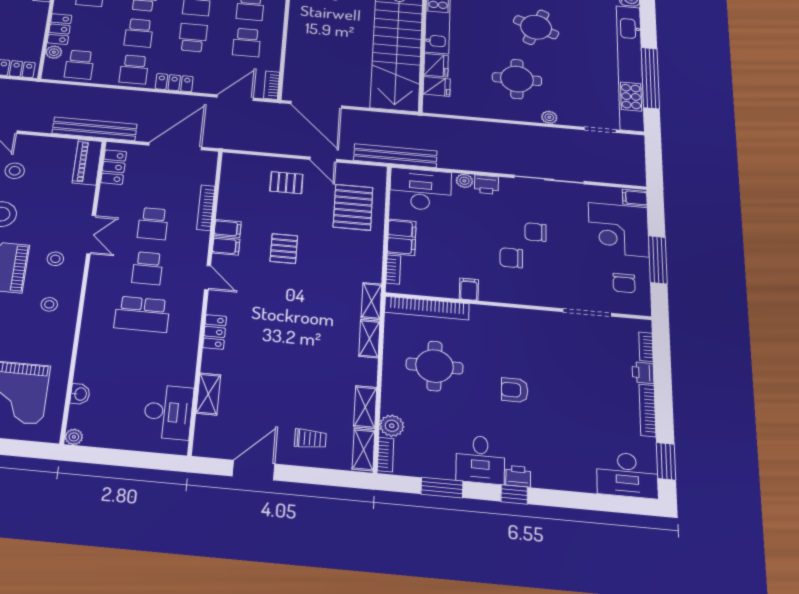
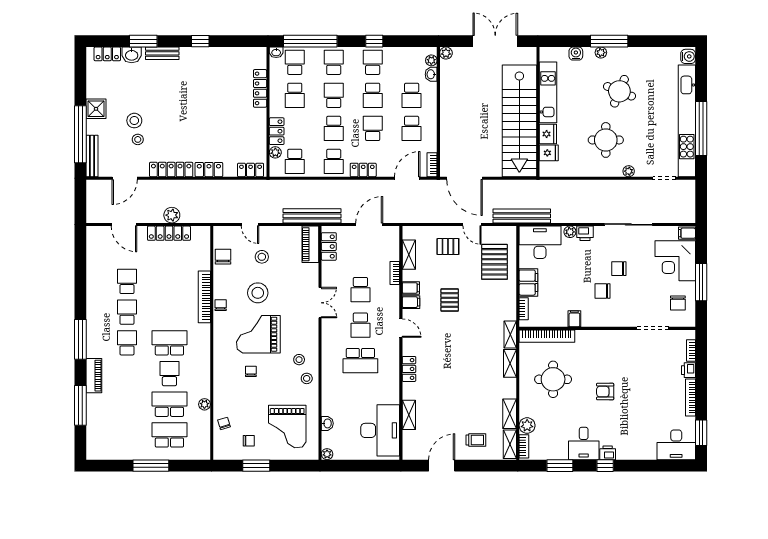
door: (175, 146) -> (369, 224), width x0.73
shelving: (229, 187) -> (409, 255), added
bookcase: (206, 208) -> (395, 273), width x0.64
stool: (55, 259) -> (307, 378), moved
desk: (168, 412) -> (380, 430), width x1.36, depth x1.30

